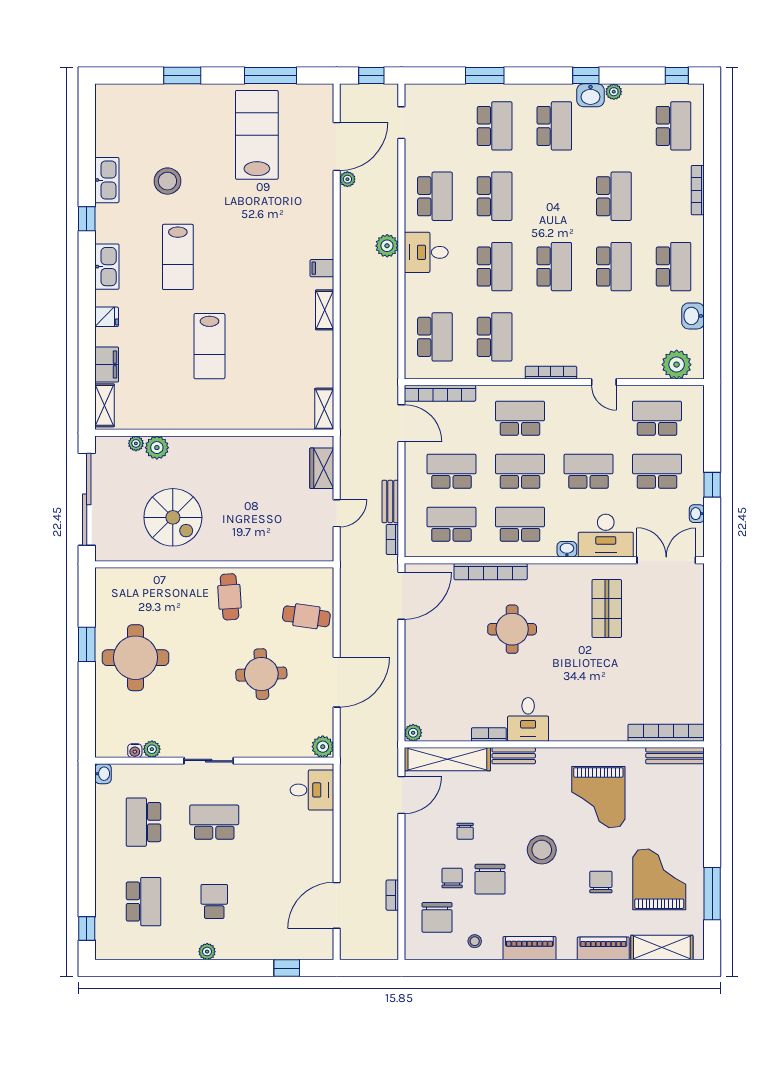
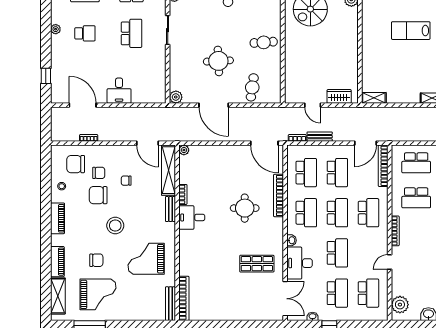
desk: (312, 790) -> (119, 91), moved

